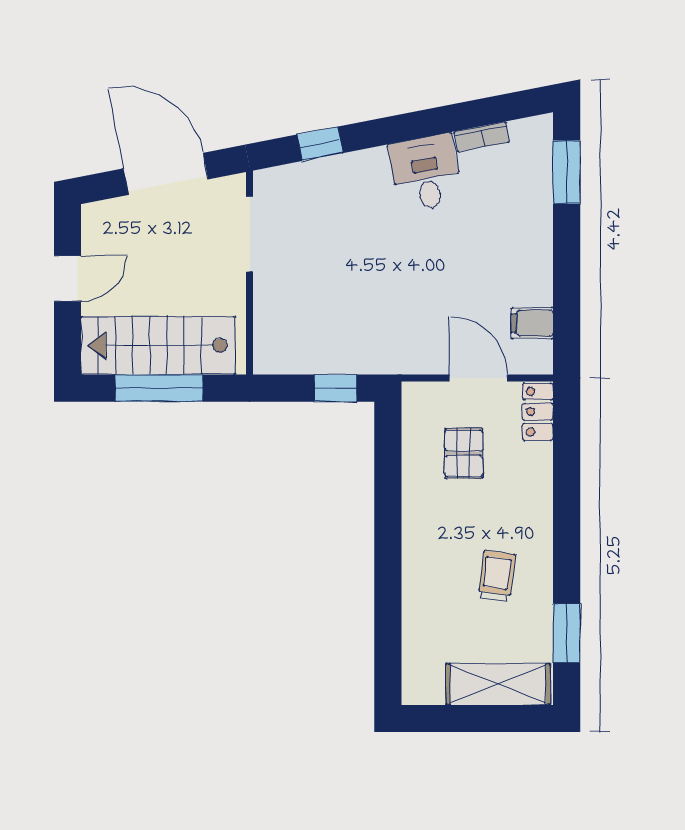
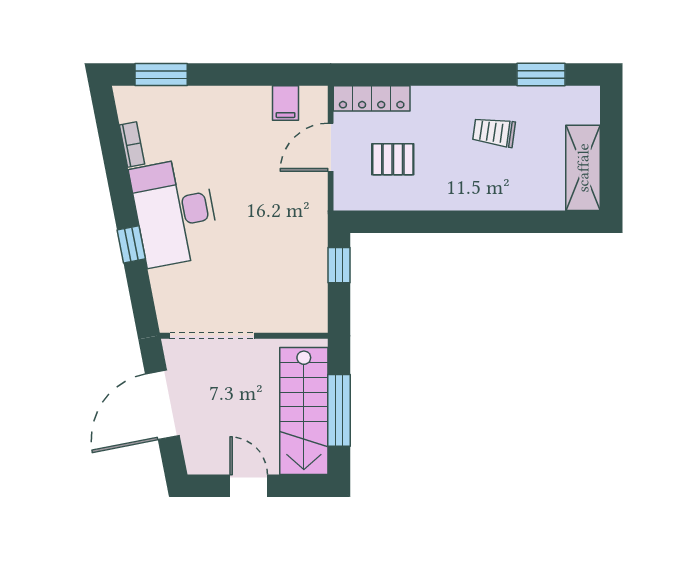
window: (320, 144) -> (131, 244), moved
desk: (426, 173) -> (175, 212), width x1.87, depth x1.30
doorway: (250, 234) -> (212, 336), width x1.36
locker: (538, 412) -> (372, 98), width x1.53
shelving: (498, 684) -> (583, 168), moved

